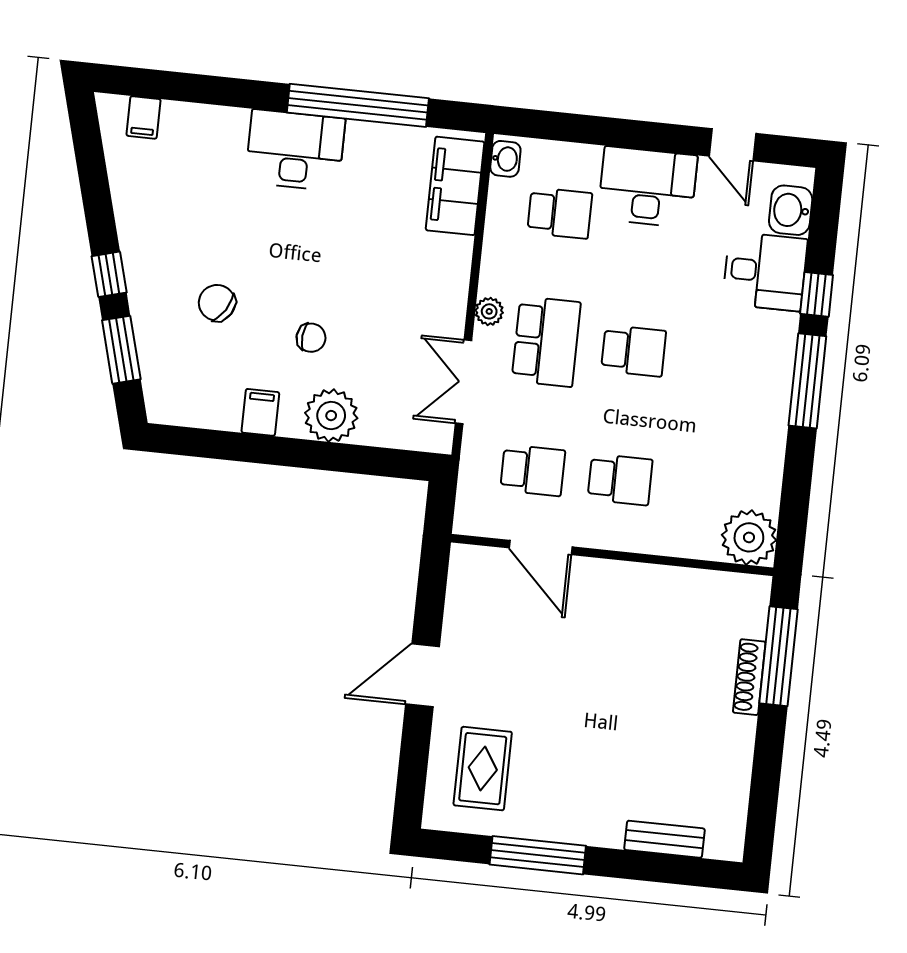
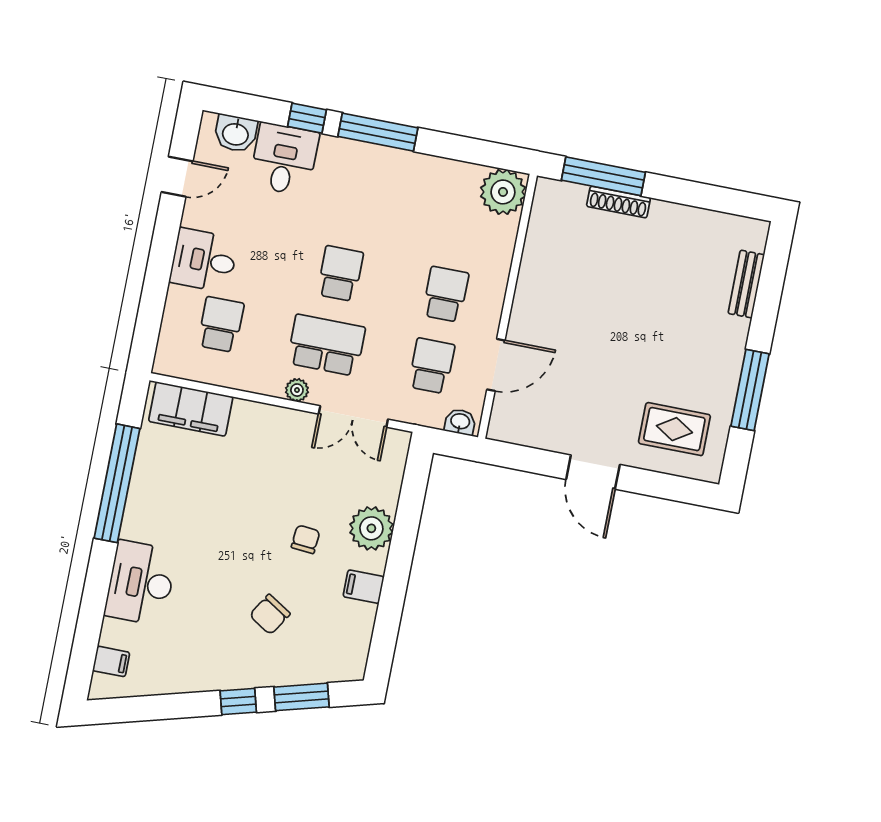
desk: (295, 150) -> (141, 583), moved
washbasin: (505, 159) -> (460, 422), moved
desk: (648, 187) -> (204, 260), width x0.73

